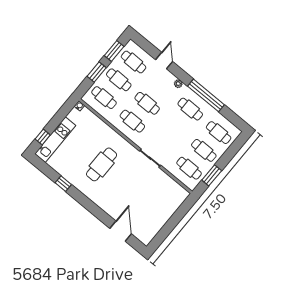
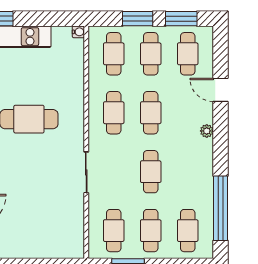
door: (164, 61) -> (221, 90), swing flipped
window: (206, 95) -> (221, 208), moved
cafe table: (190, 109) -> (151, 172), moved

